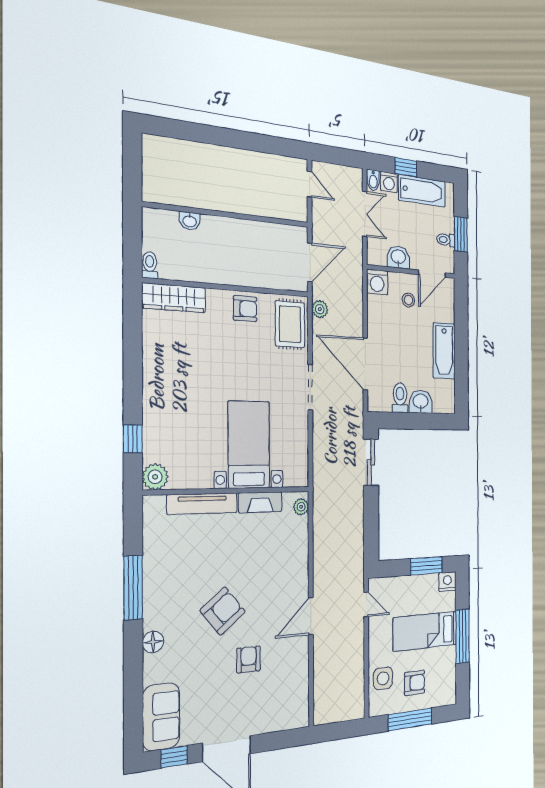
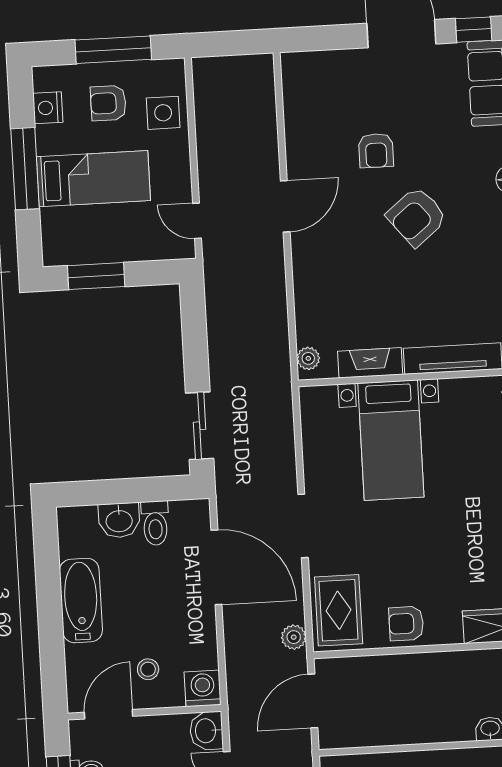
washbasin: (398, 257) -> (206, 731), moved, turned 90
nightstand: (447, 582) -> (48, 108), moved, turned 90

